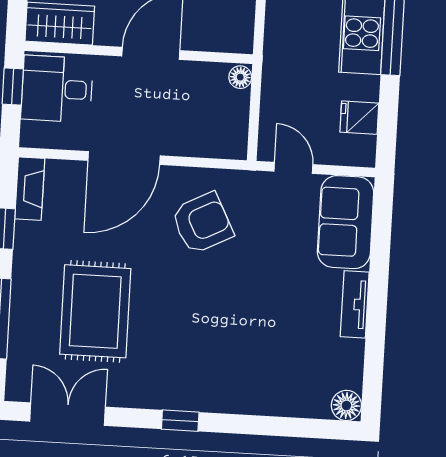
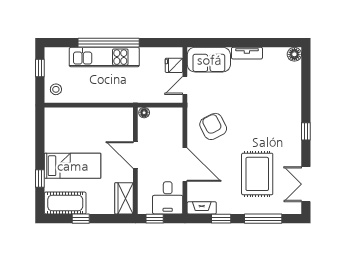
desk: (57, 89) -> (168, 198), moved
fridge: (359, 118) -> (174, 65), moved, turned 90
rug: (95, 311) -> (257, 174), turned 90

